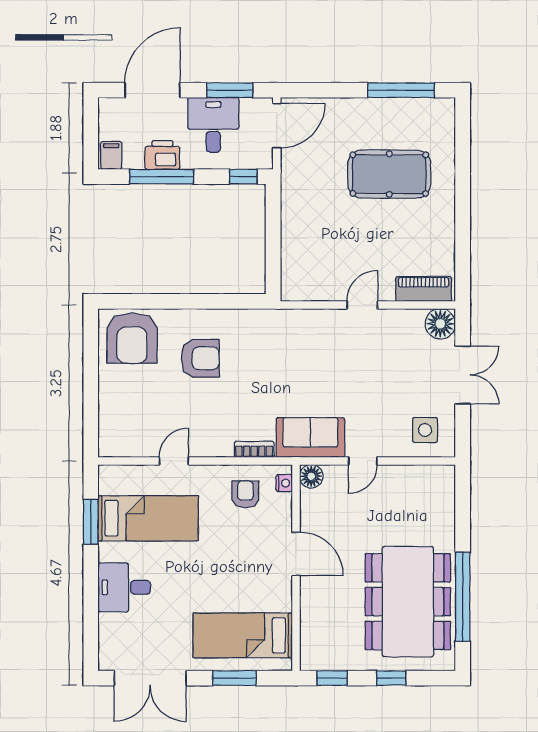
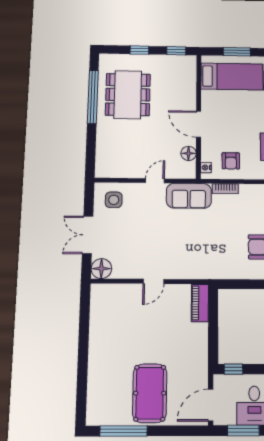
pool table: (389, 174) -> (150, 393), moved, turned 90
piano: (424, 289) -> (200, 303), moved, turned 90
floor lamp: (311, 476) -> (189, 153), moved
dining table: (408, 602) -> (128, 95), width x0.73, depth x0.80

